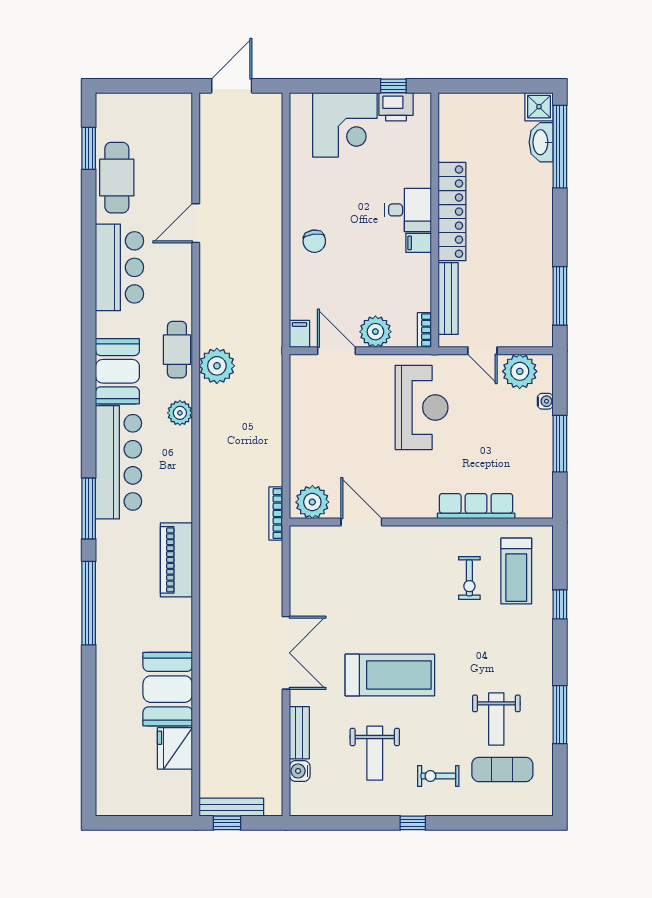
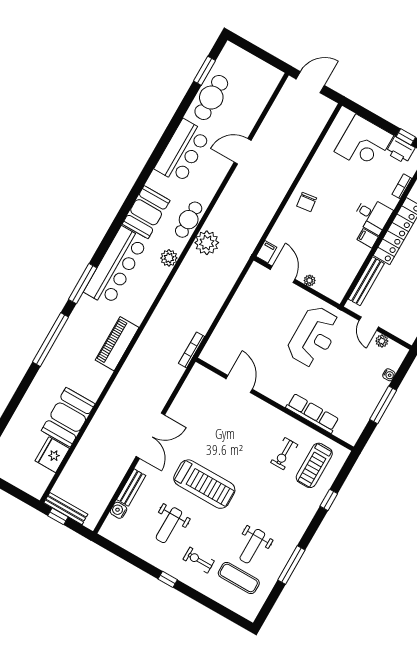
bookcase: (424, 330) -> (402, 186), moved
plant: (375, 332) -> (310, 280), width x0.53, depth x0.53
plant: (520, 371) -> (382, 341), width x0.53, depth x0.53
plant: (312, 502) -> (217, 356), removed

